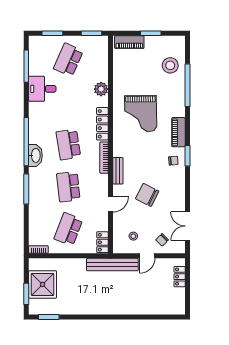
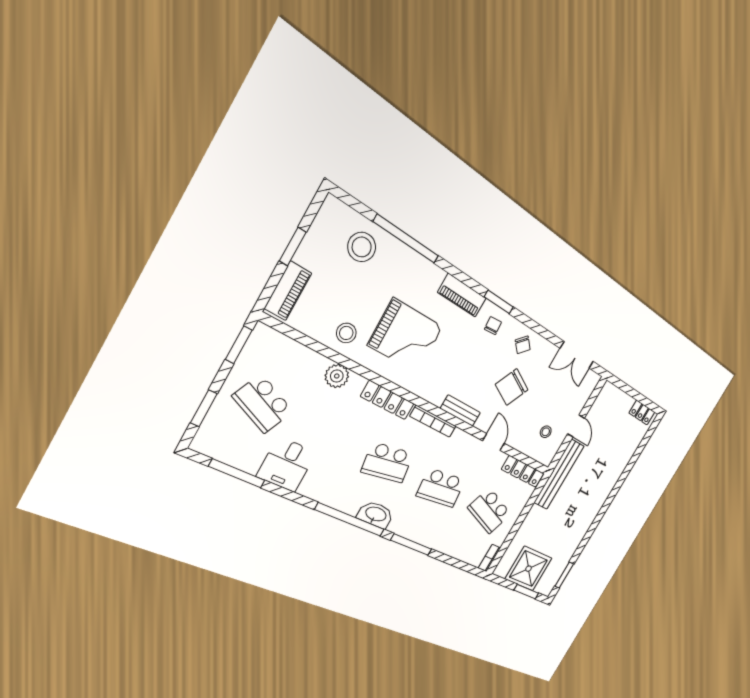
stool: (125, 82) -> (346, 333), added
chair: (162, 240) -> (523, 345), moved
locker: (102, 242) -> (523, 471), width x1.53
locker: (180, 277) -> (642, 413), moved

